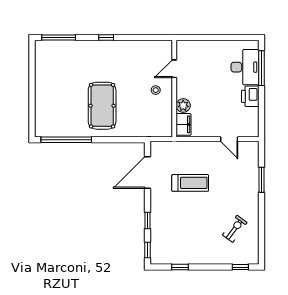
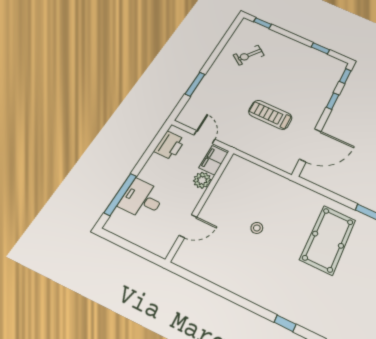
desk: (245, 67) -> (142, 199), width x0.73
door: (174, 69) -> (188, 226), moved
wall: (174, 89) -> (201, 203), moved
printer: (250, 96) -> (170, 145), moved
plant: (183, 106) -> (202, 180), moved
filing cabinet: (184, 124) -> (214, 160), moved

